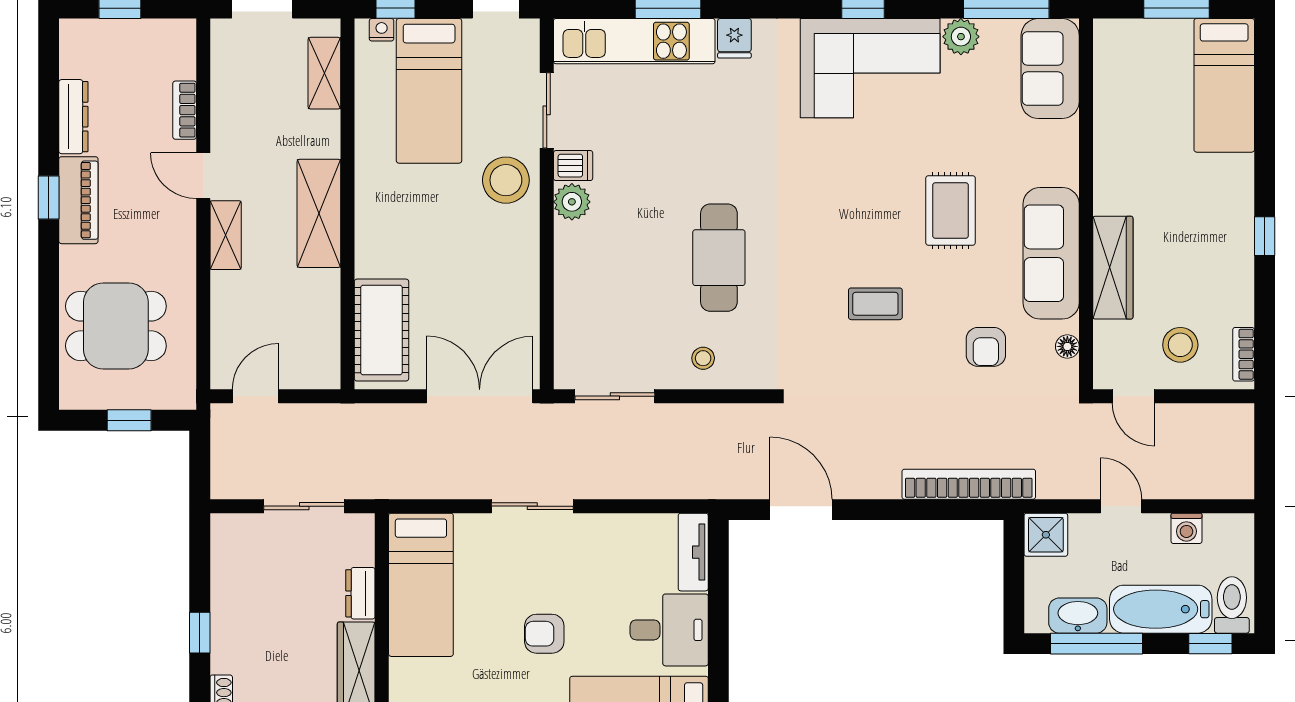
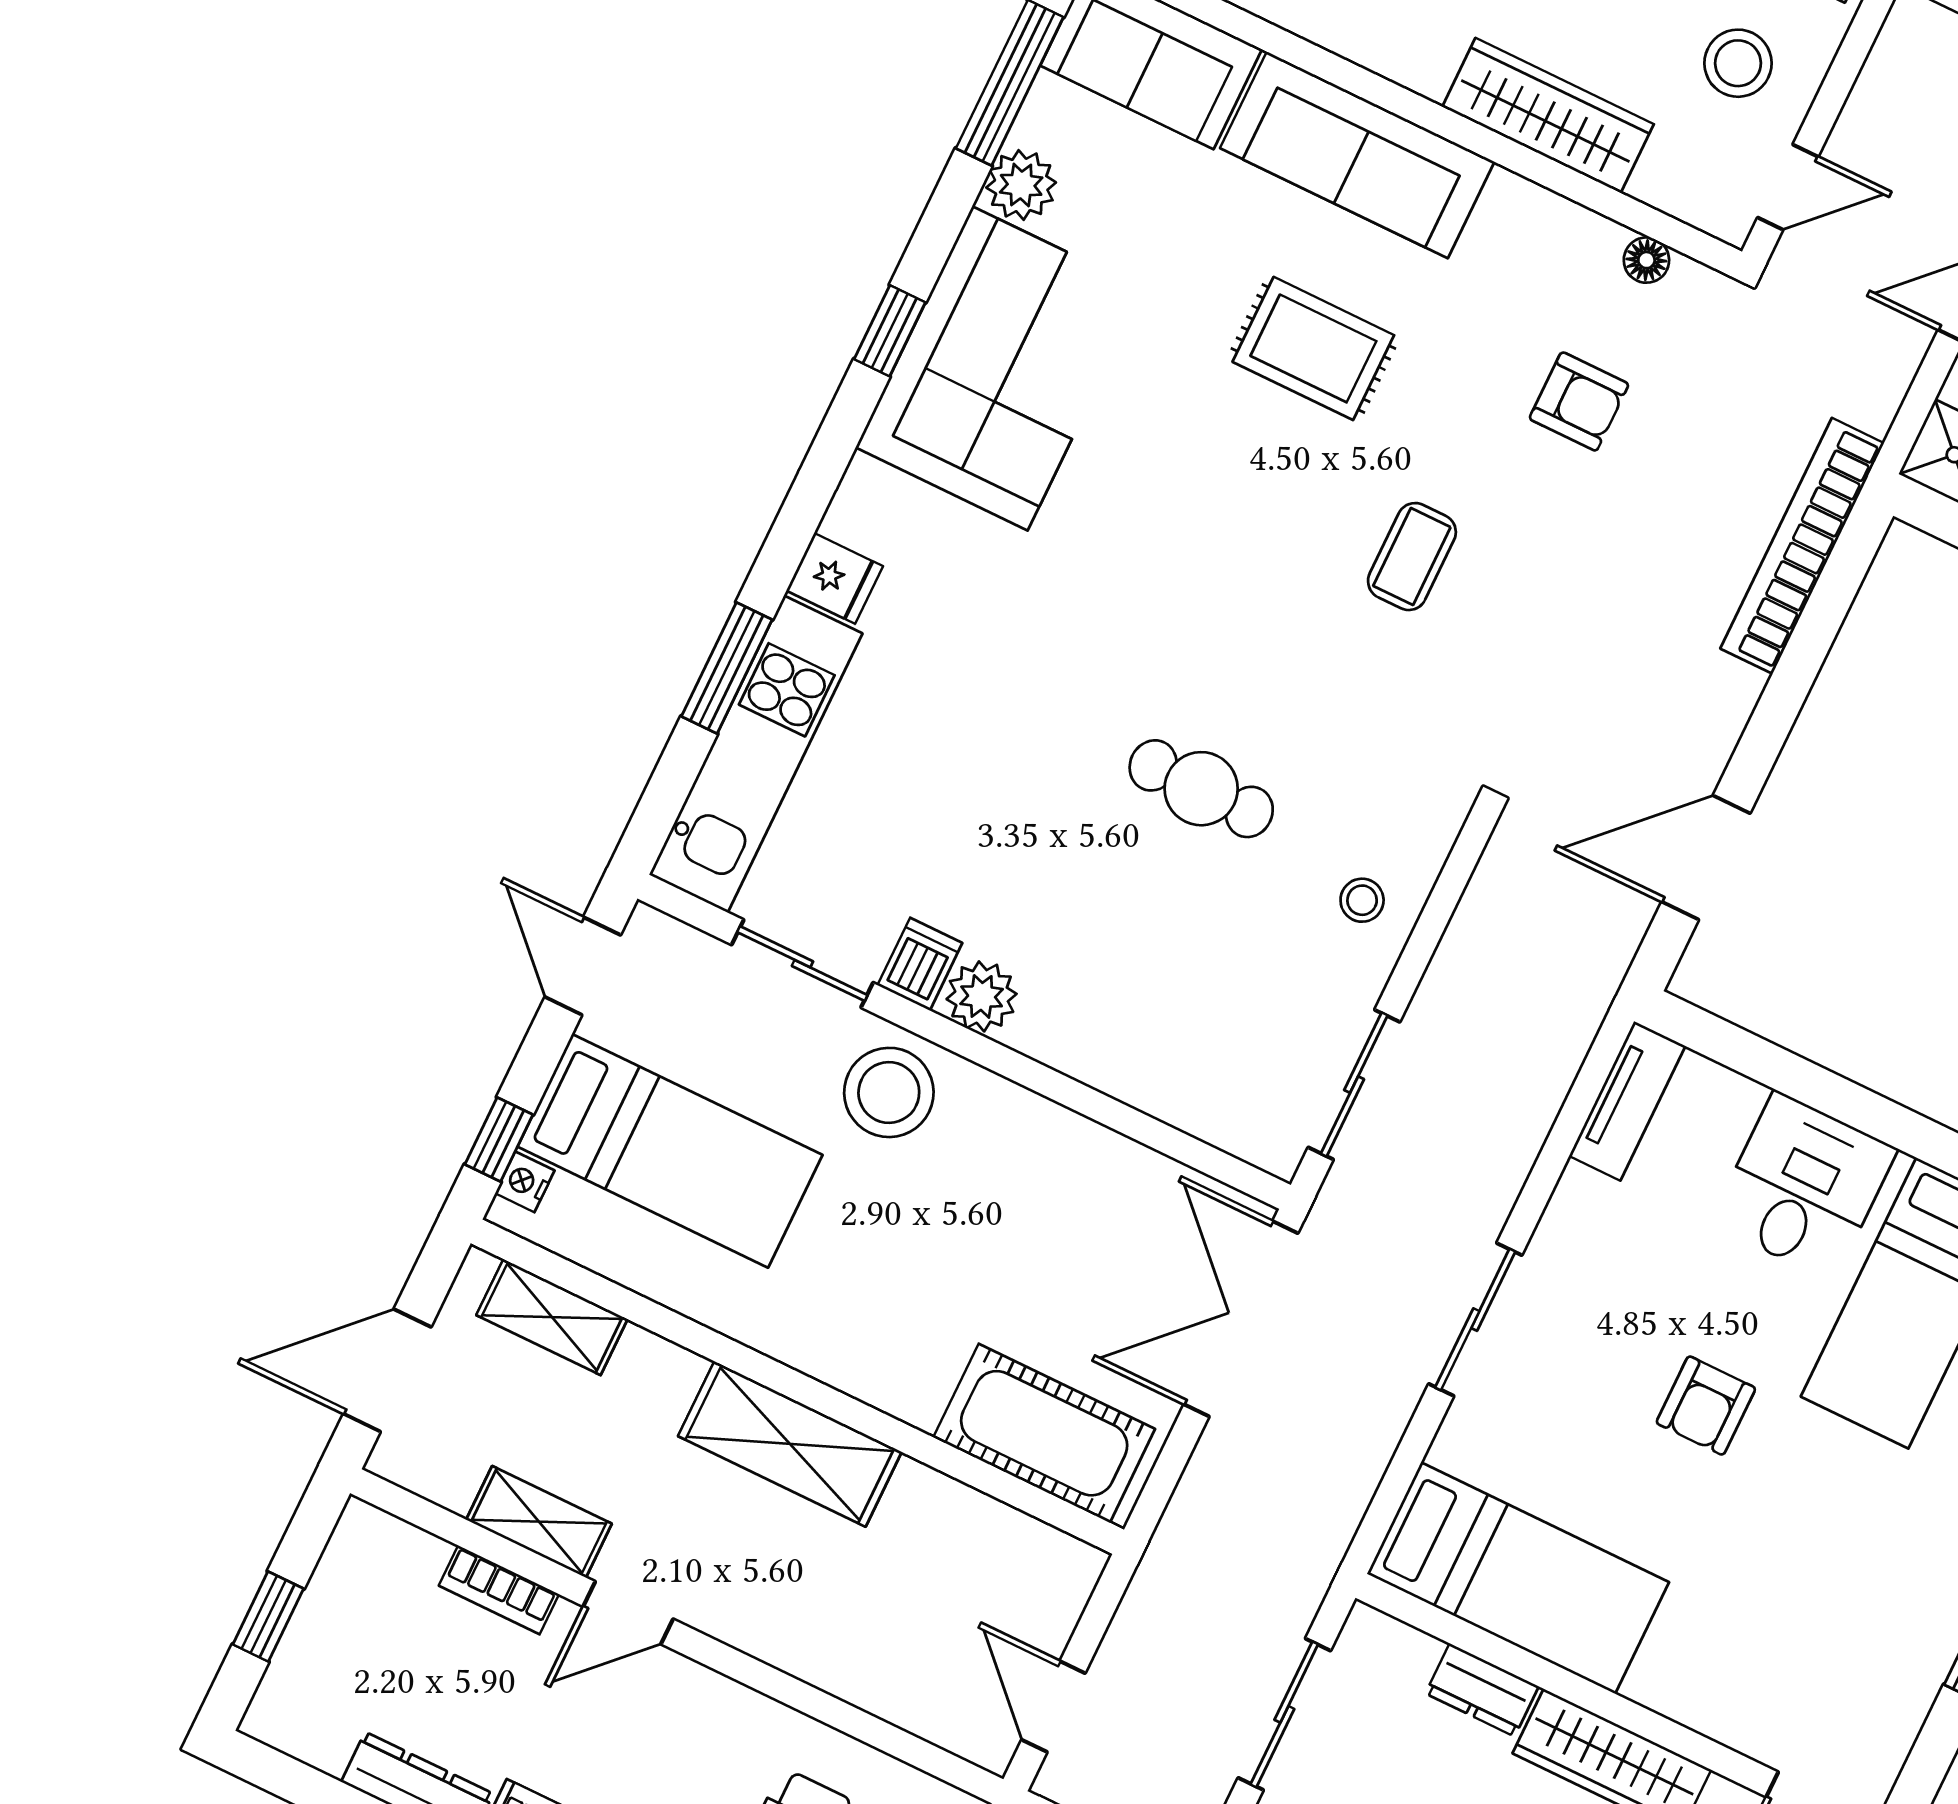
shelving: (226, 235) -> (539, 1522), moved
sofa: (1051, 253) -> (1357, 155), moved
cafe table: (719, 258) -> (1201, 789), width x0.73, depth x0.74
tv unit: (693, 552) -> (1627, 1101), moved, turned -90

